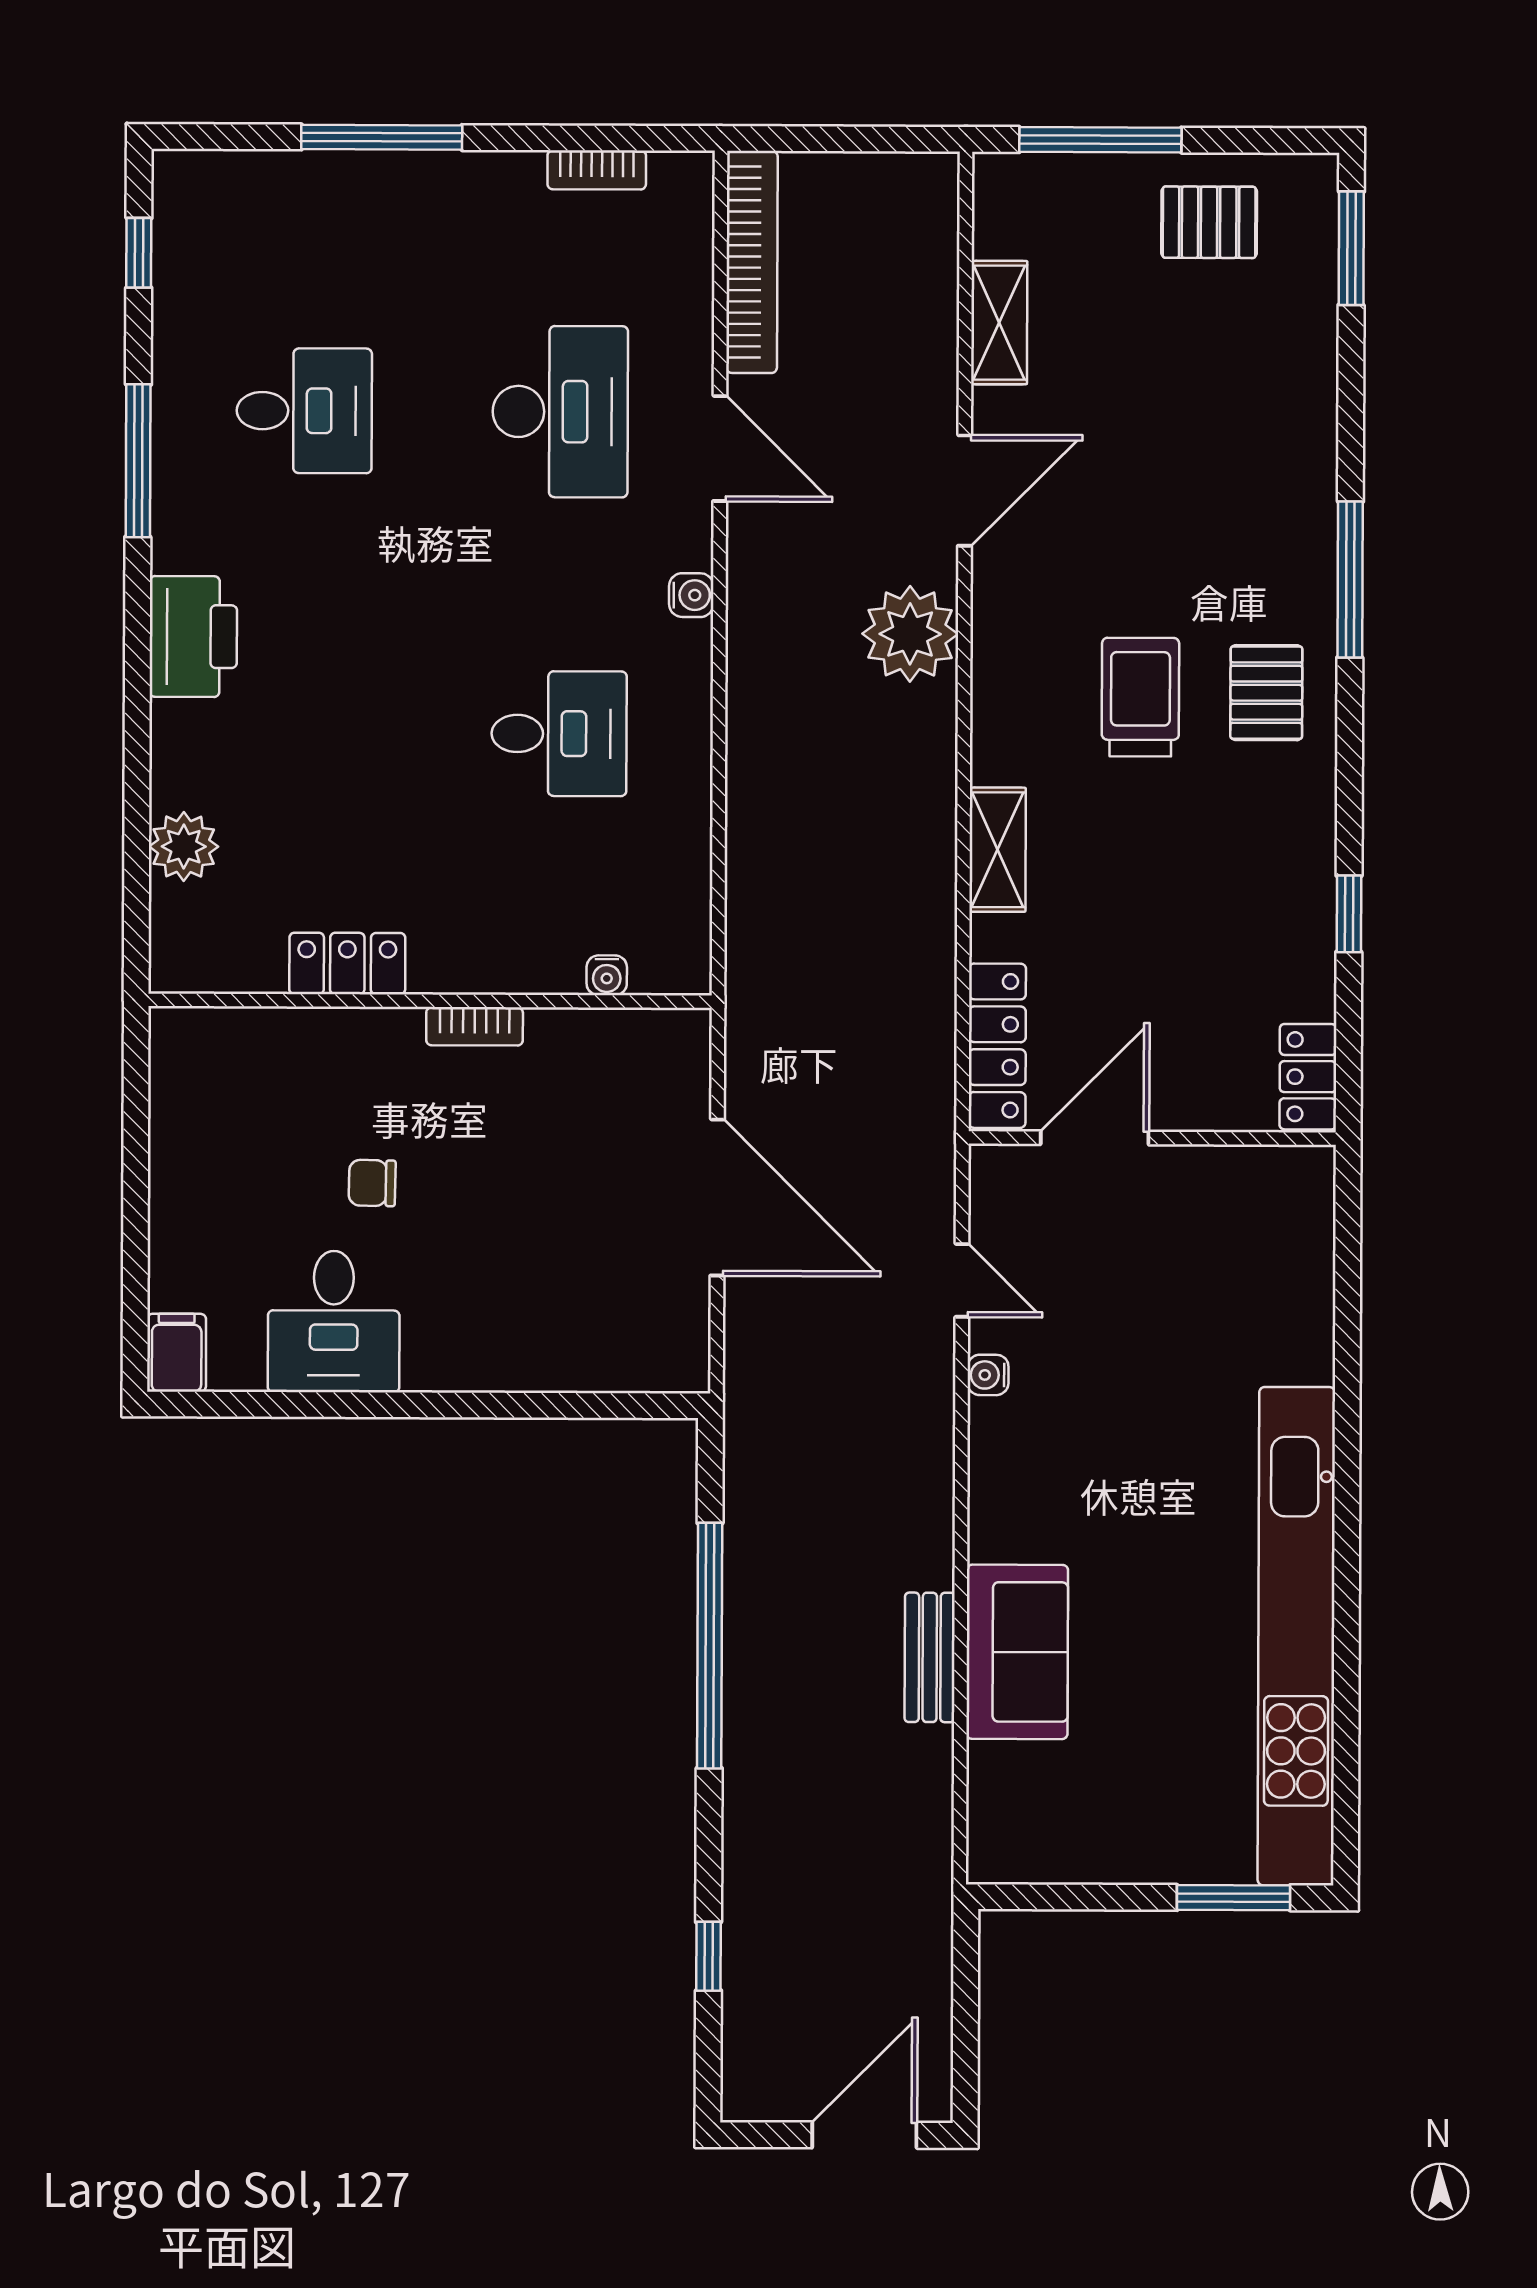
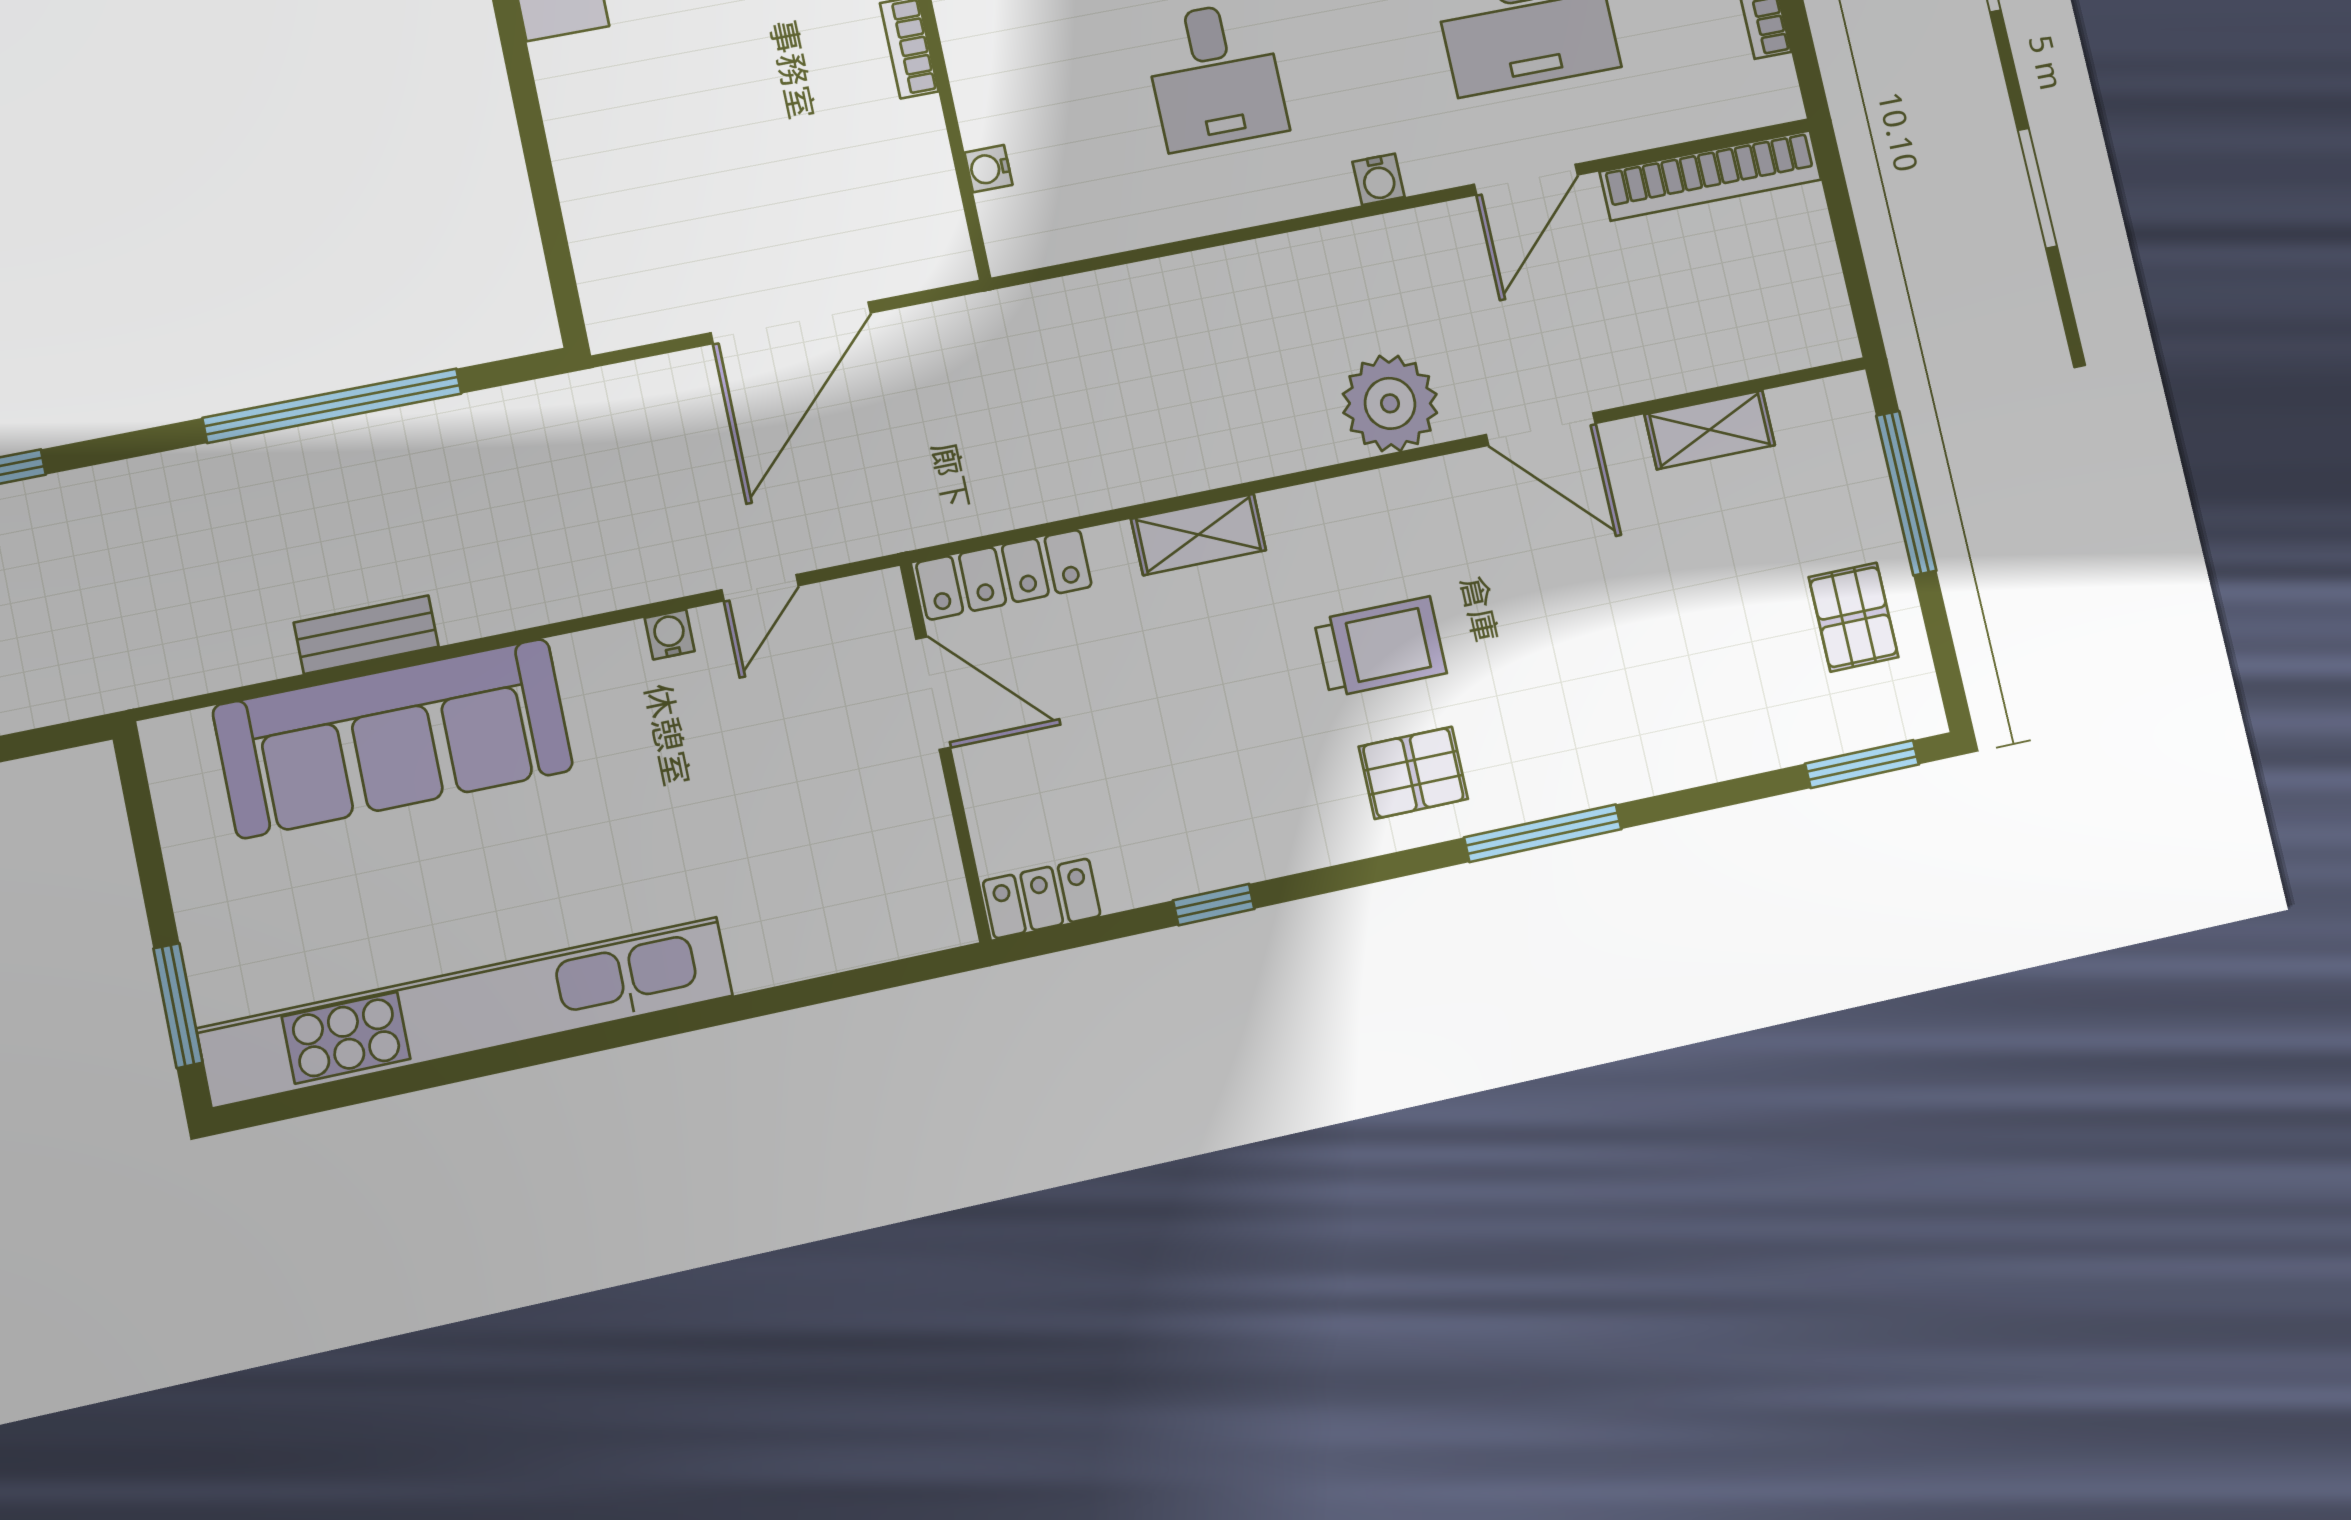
sofa: (1017, 1652) -> (393, 738), width x1.85, depth x1.27

